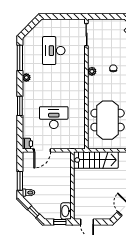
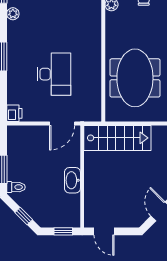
desk: (54, 118) -> (54, 74), turned 90
door: (42, 150) -> (62, 123), moved
washbasin: (66, 211) -> (72, 180), moved

